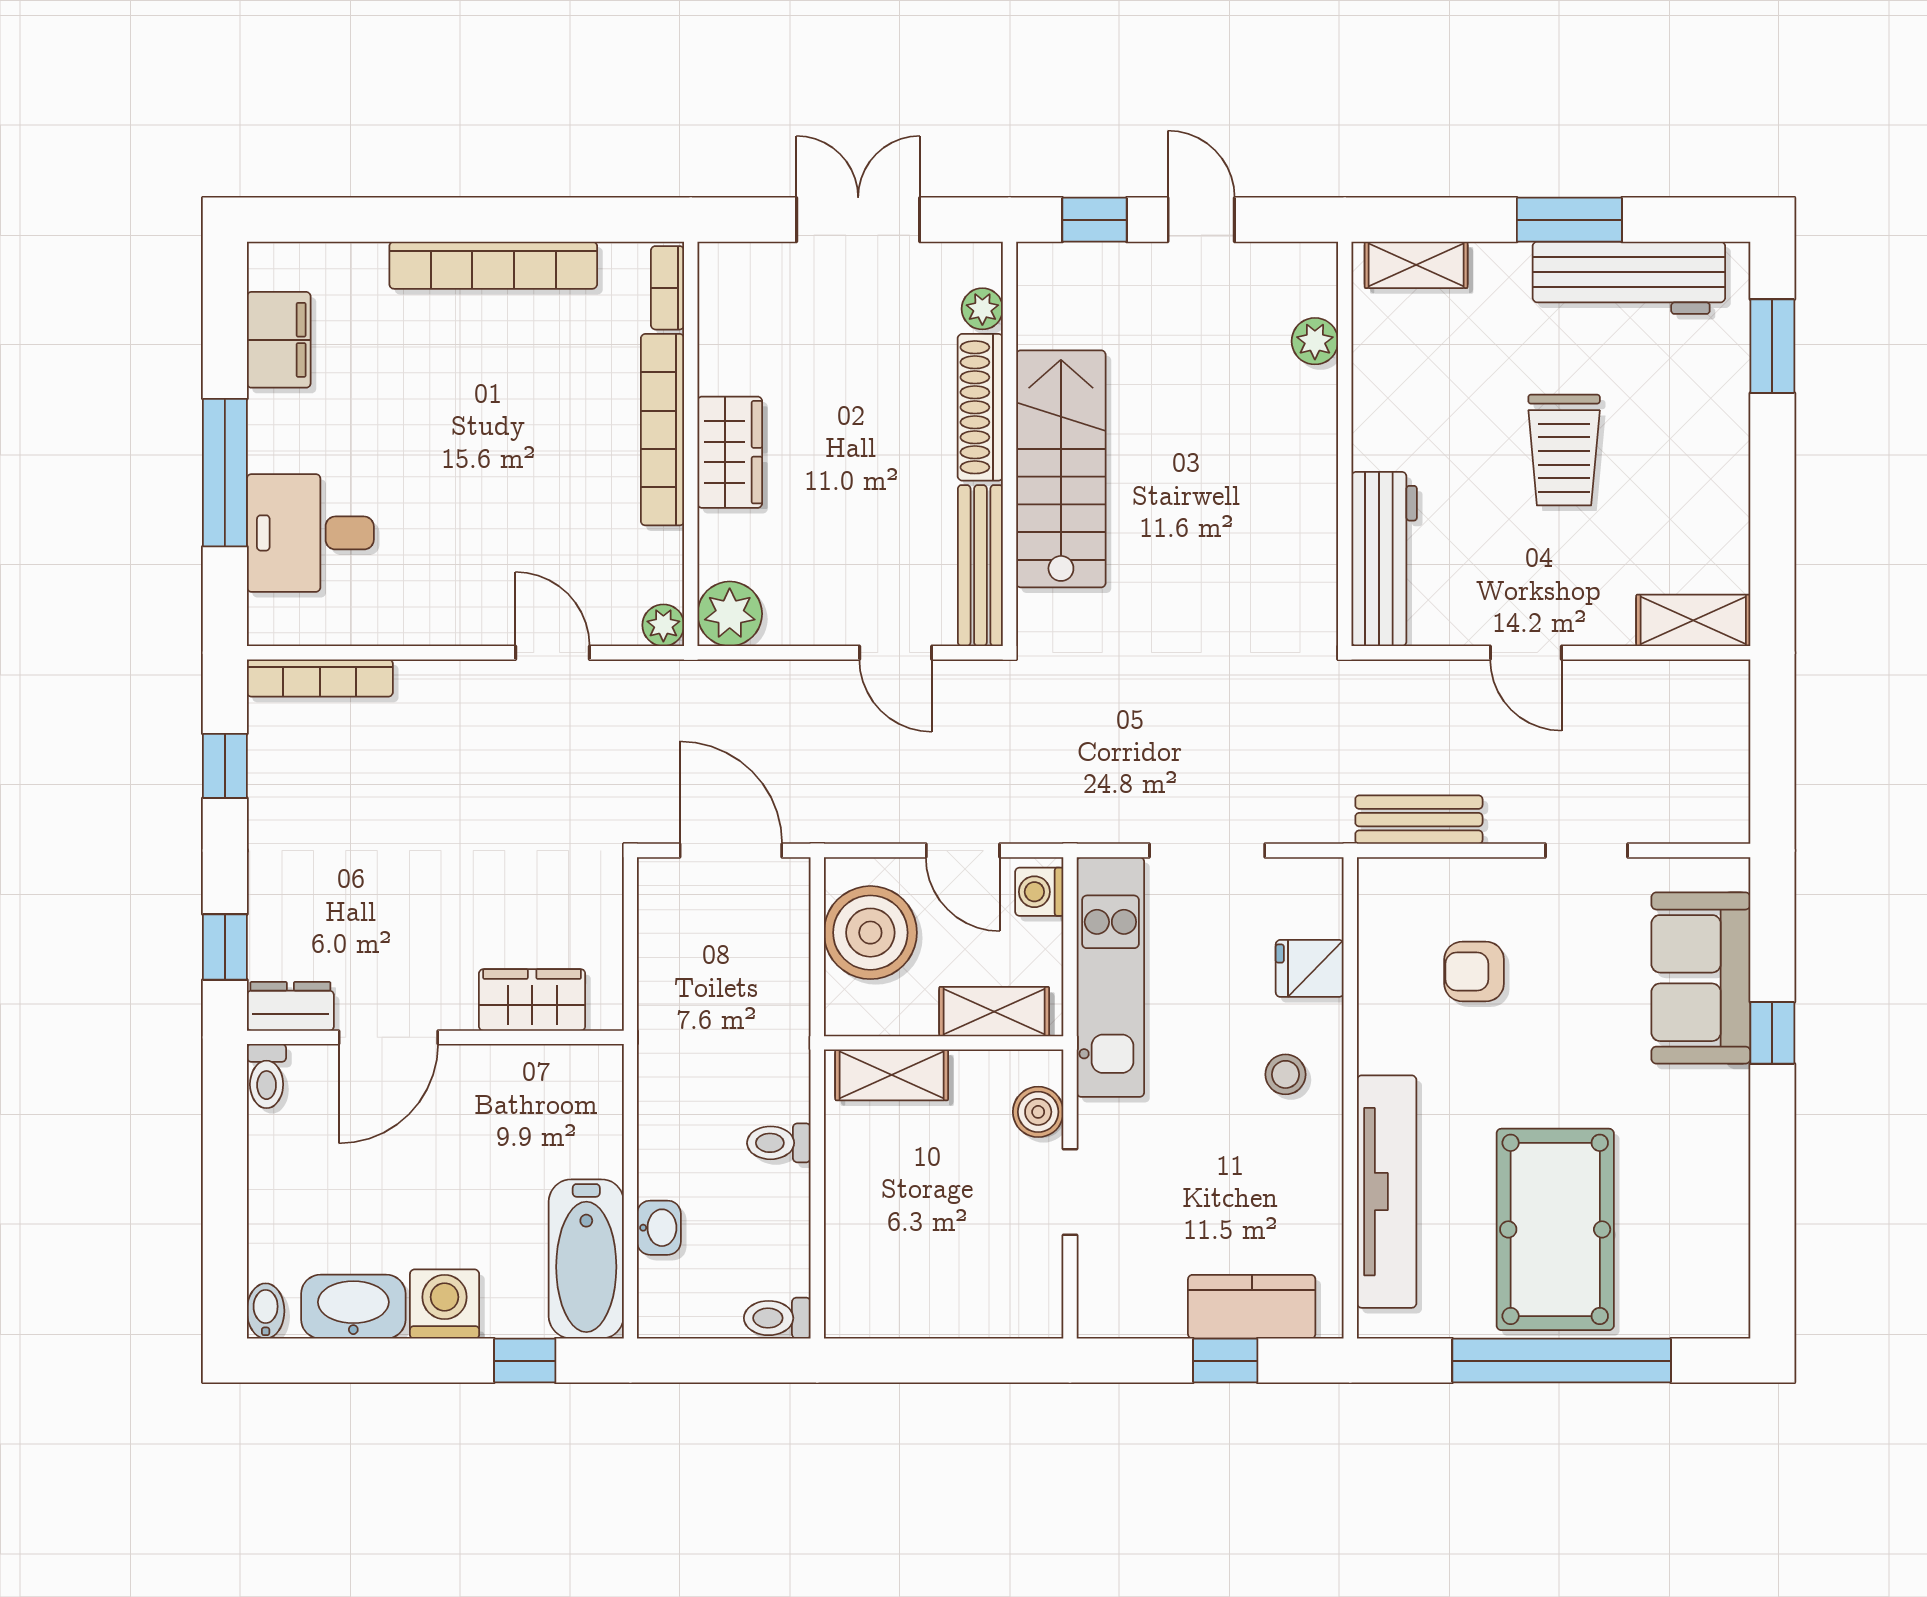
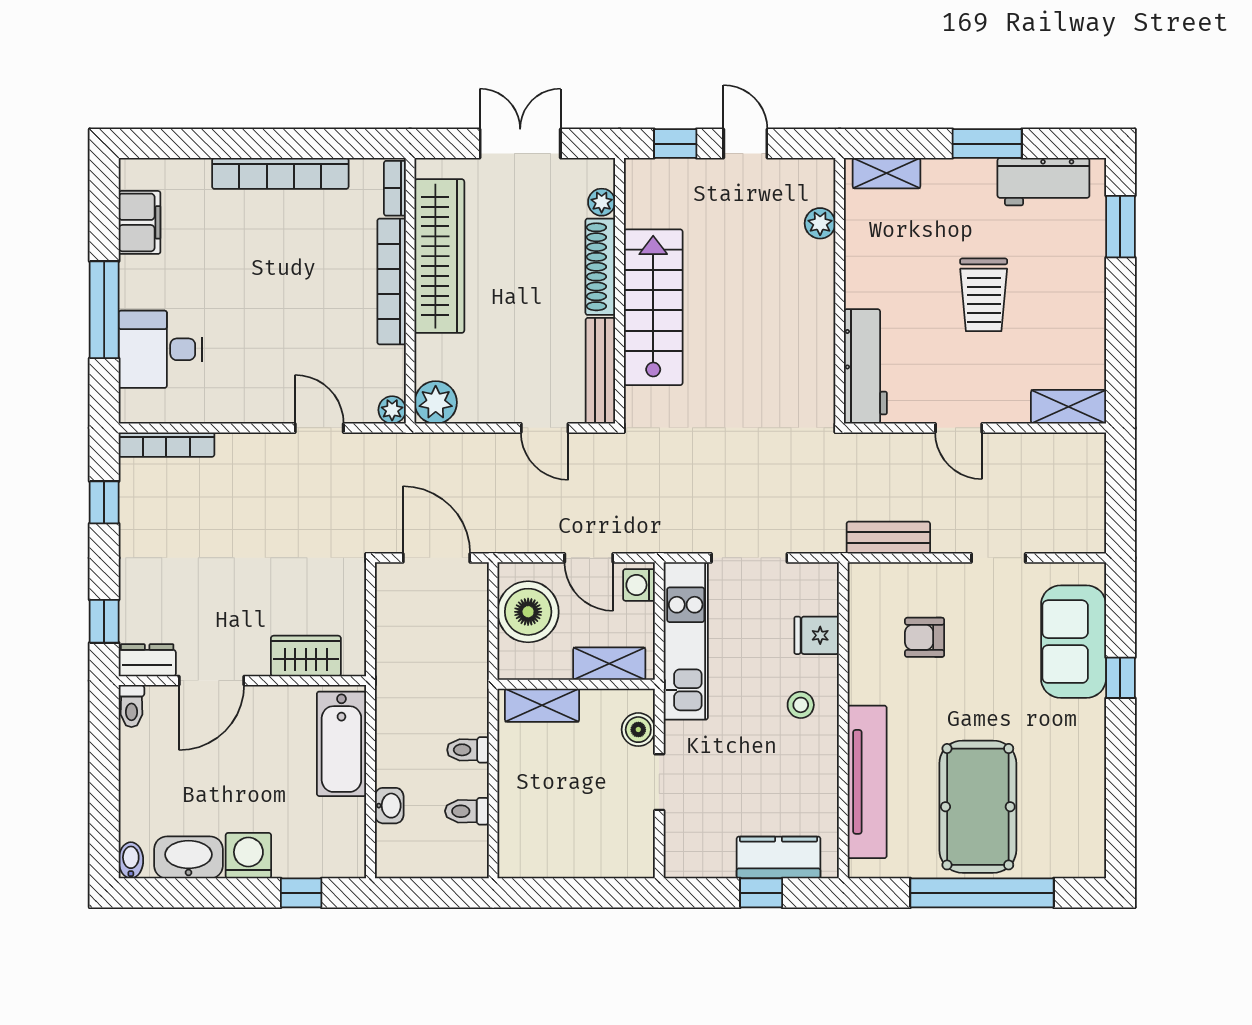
workbench: (1629, 278) -> (1043, 182), width x0.73
wardrobe: (730, 452) -> (439, 256), width x2.10, depth x1.17
bathtub: (586, 1259) -> (341, 744), moved
toilet: (777, 1318) -> (467, 811), moved

